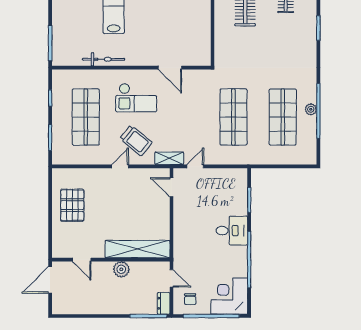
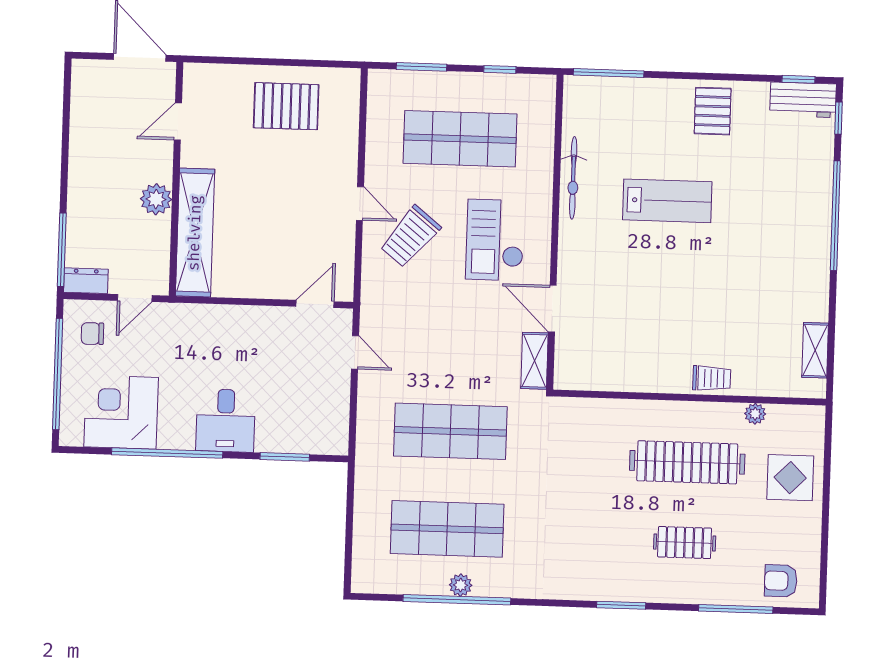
door: (170, 68) -> (552, 309), hinge flipped
shelving: (169, 158) -> (535, 361), moved
corner desk: (229, 296) -> (121, 412), moved, turned -90

